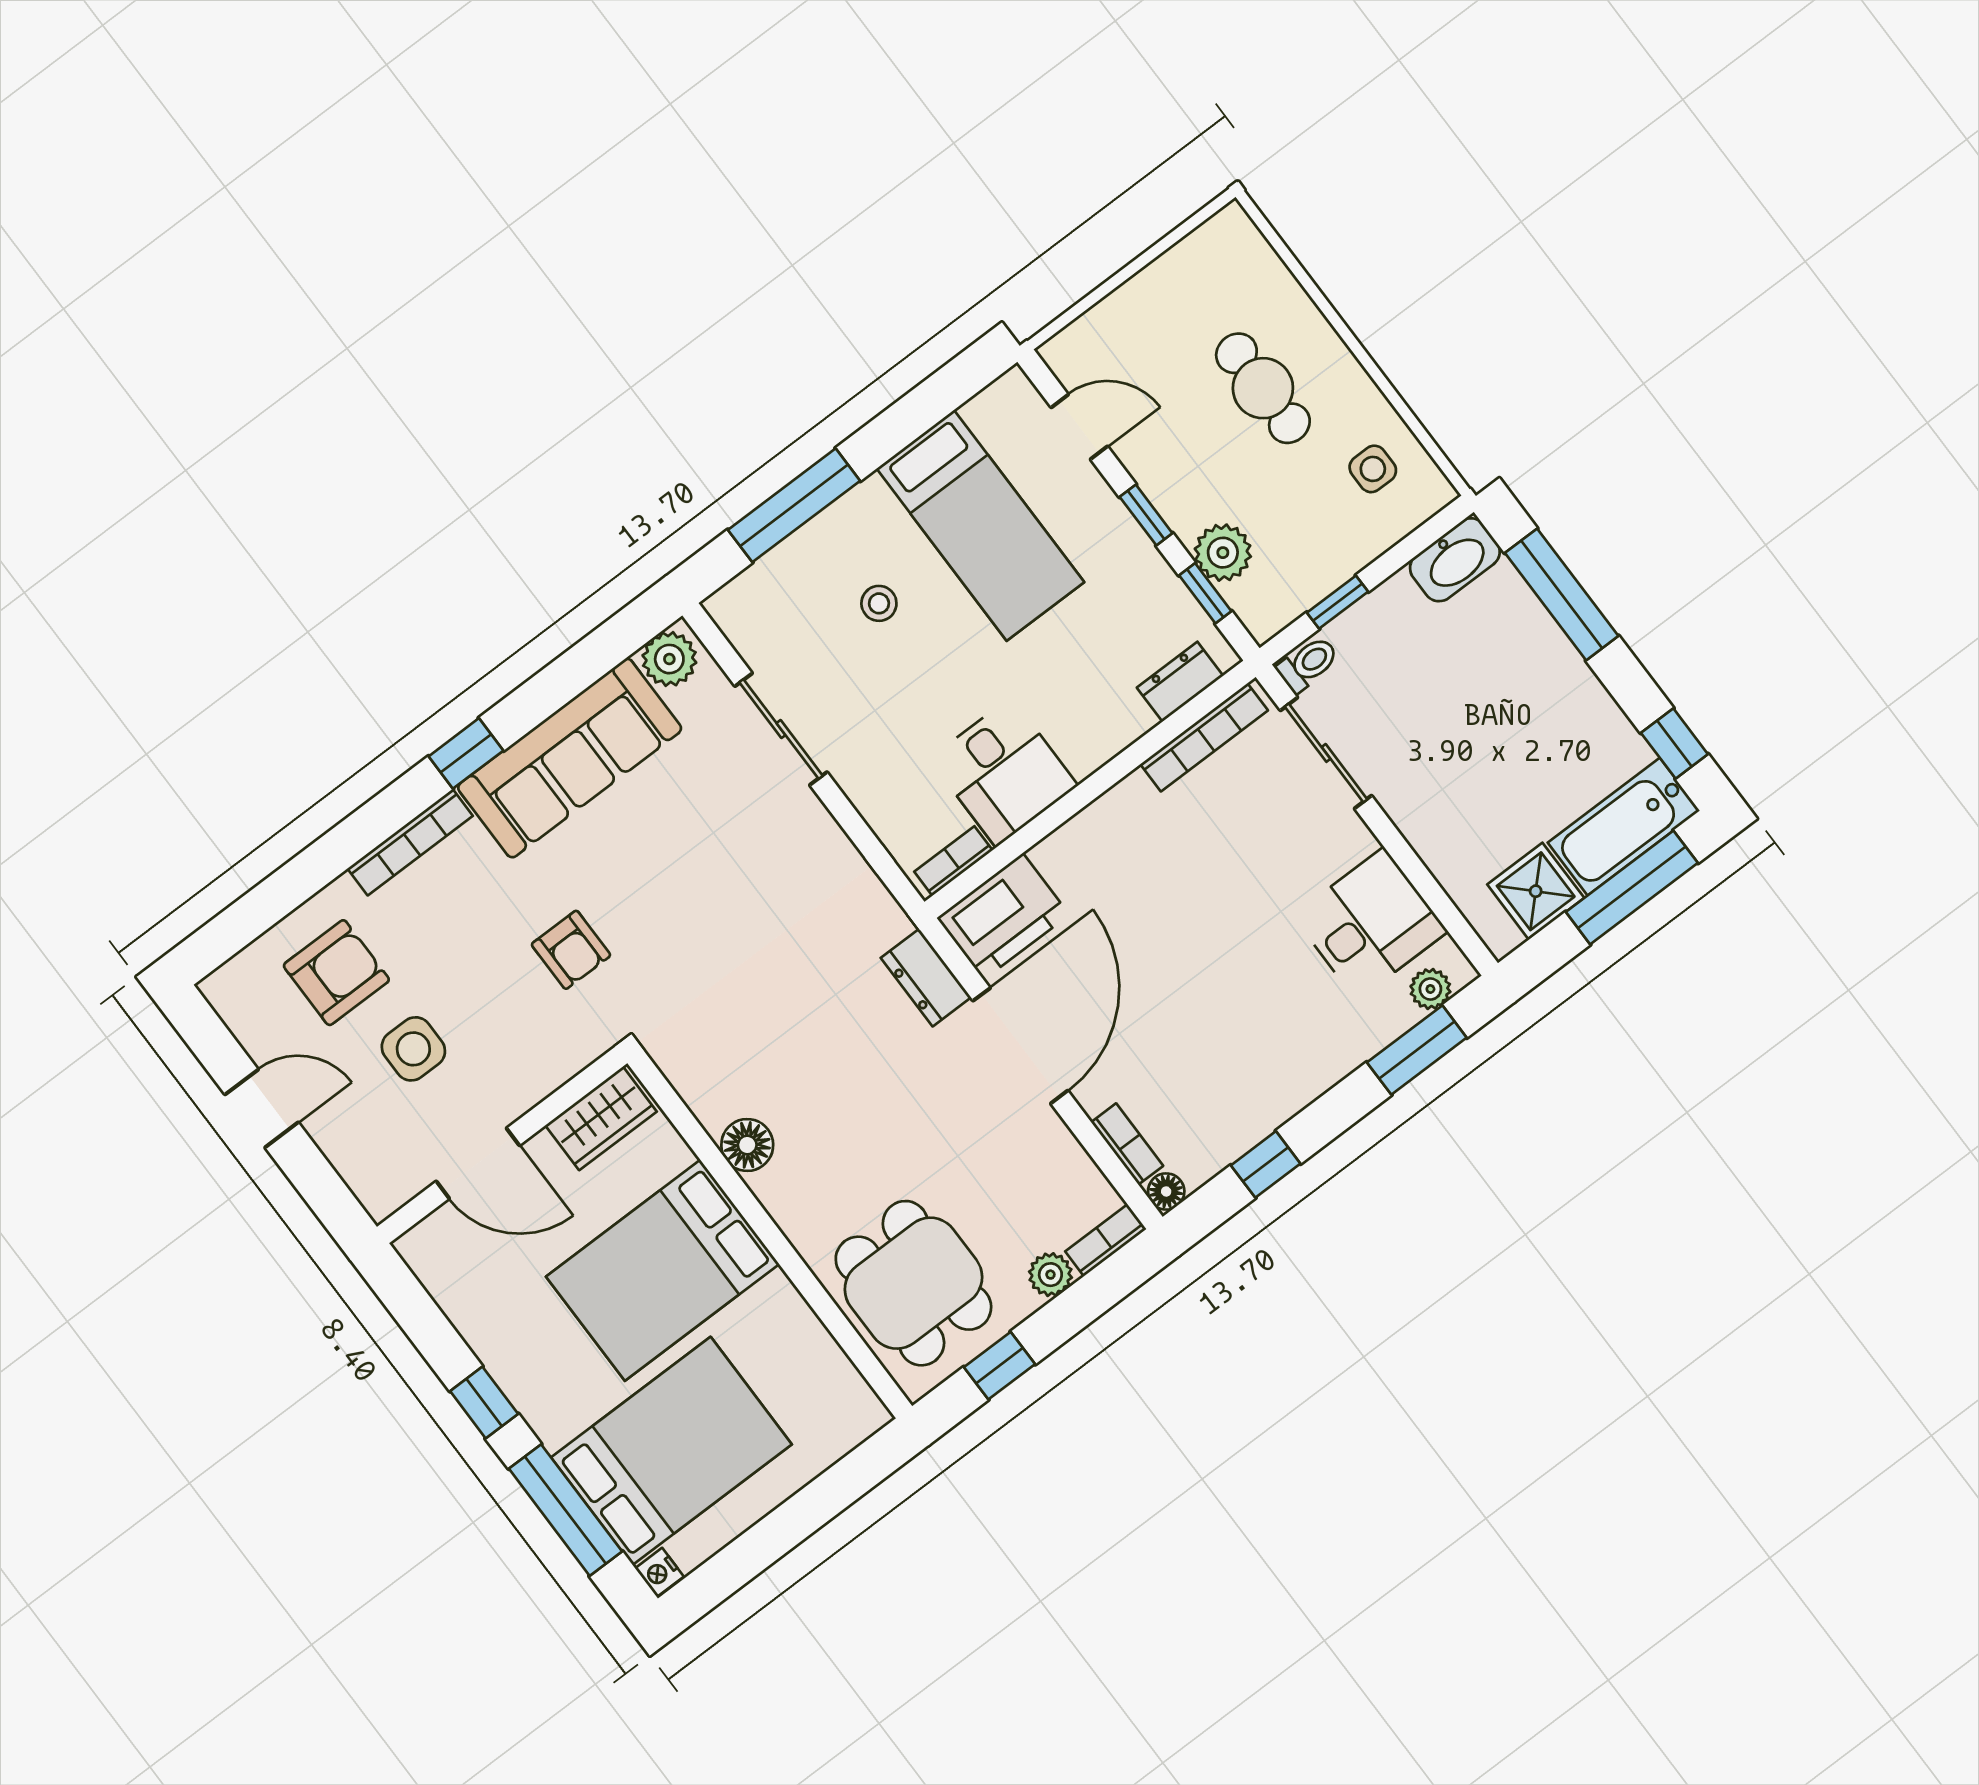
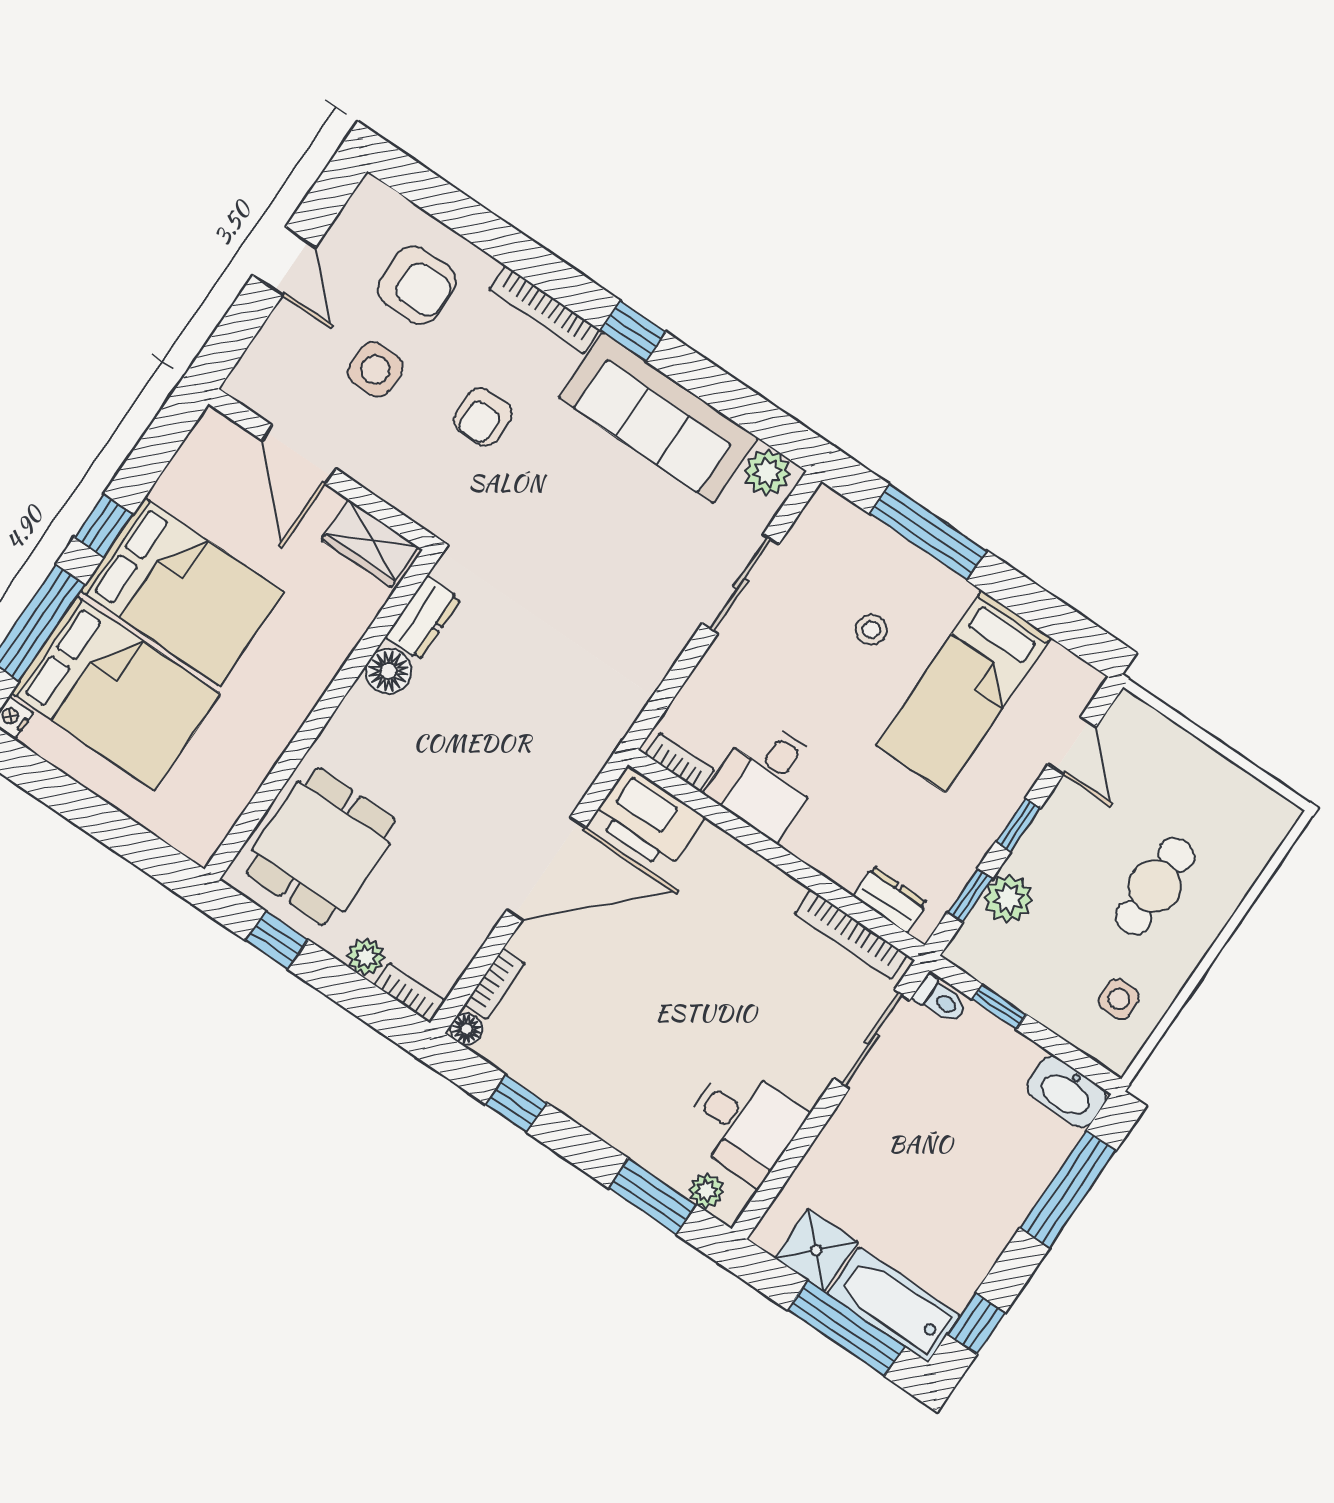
armchair: (571, 950) -> (483, 417), moved
dresser: (926, 978) -> (423, 618), moved, turned 180
bed: (663, 1270) -> (182, 591), moved, turned 180

